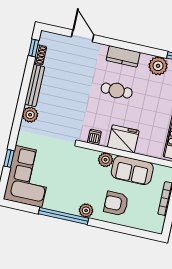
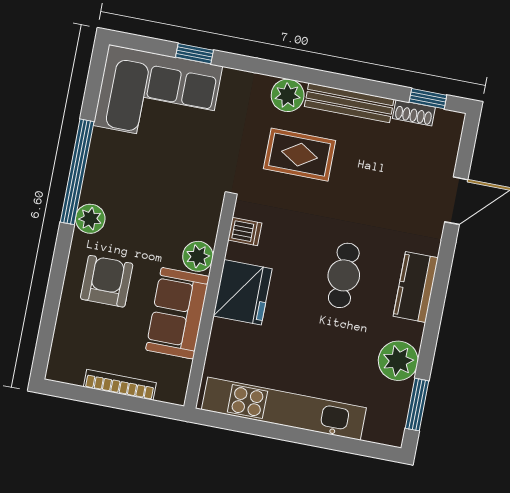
rug: (59, 110) -> (300, 155), added

